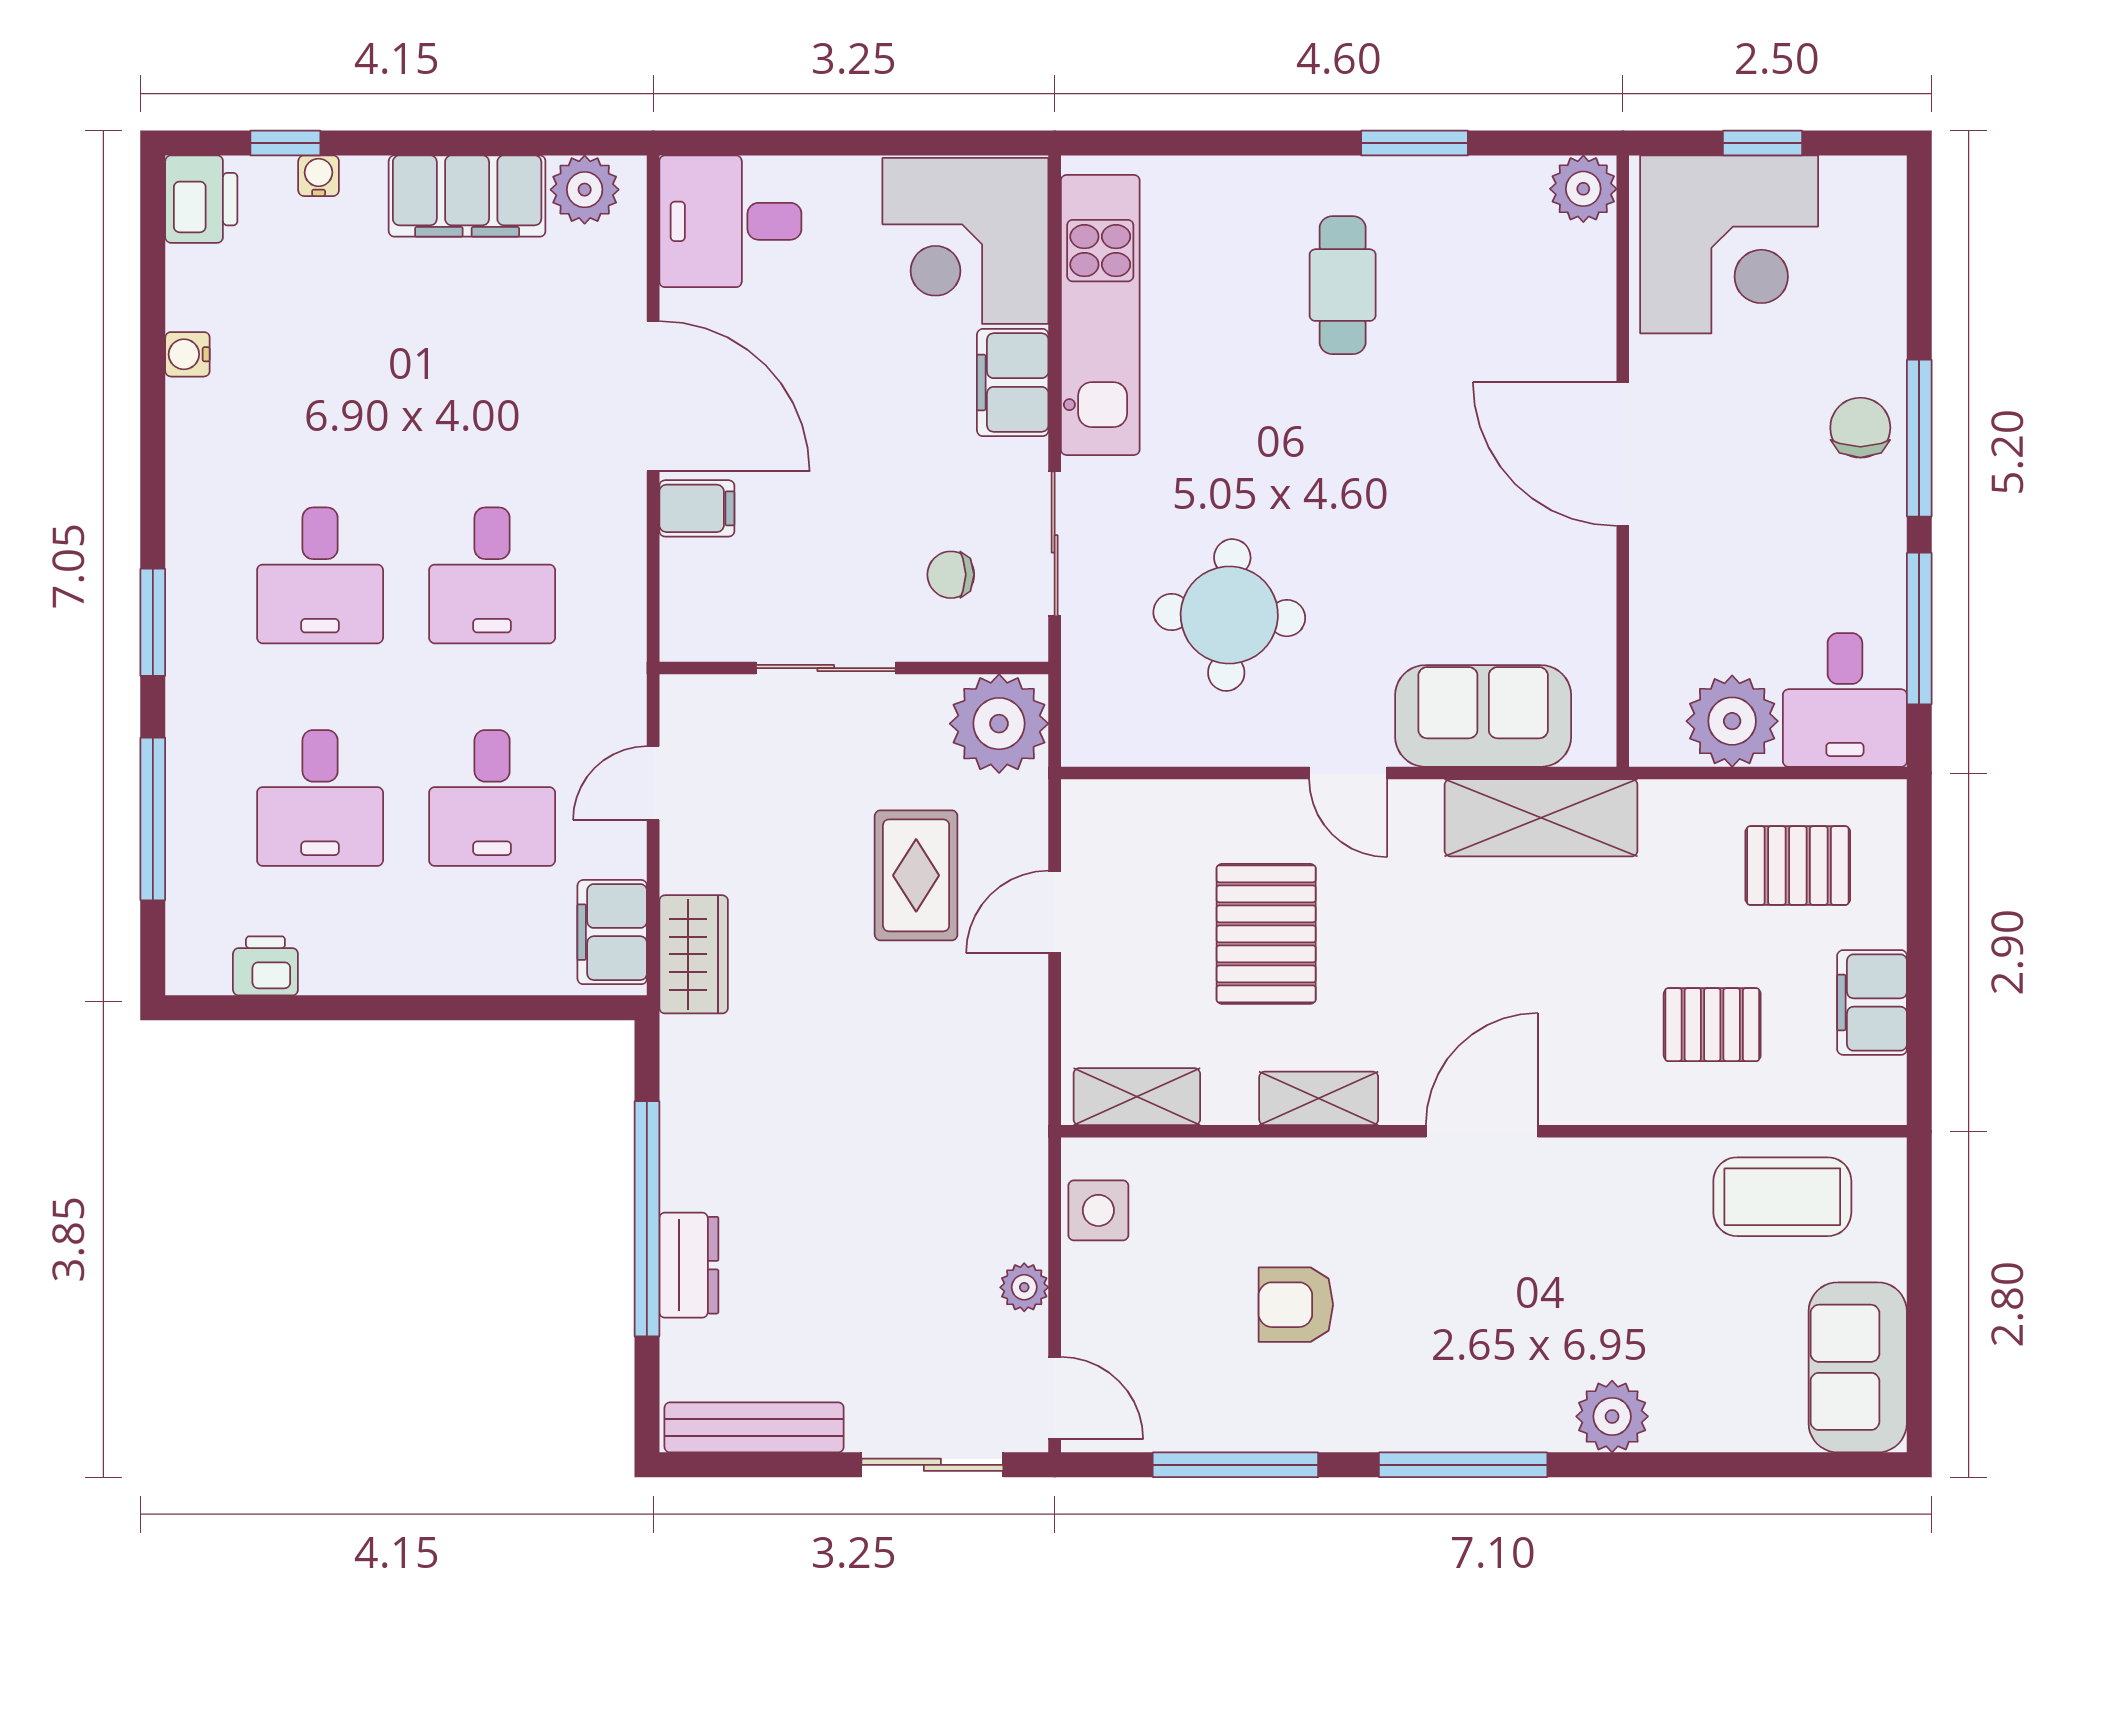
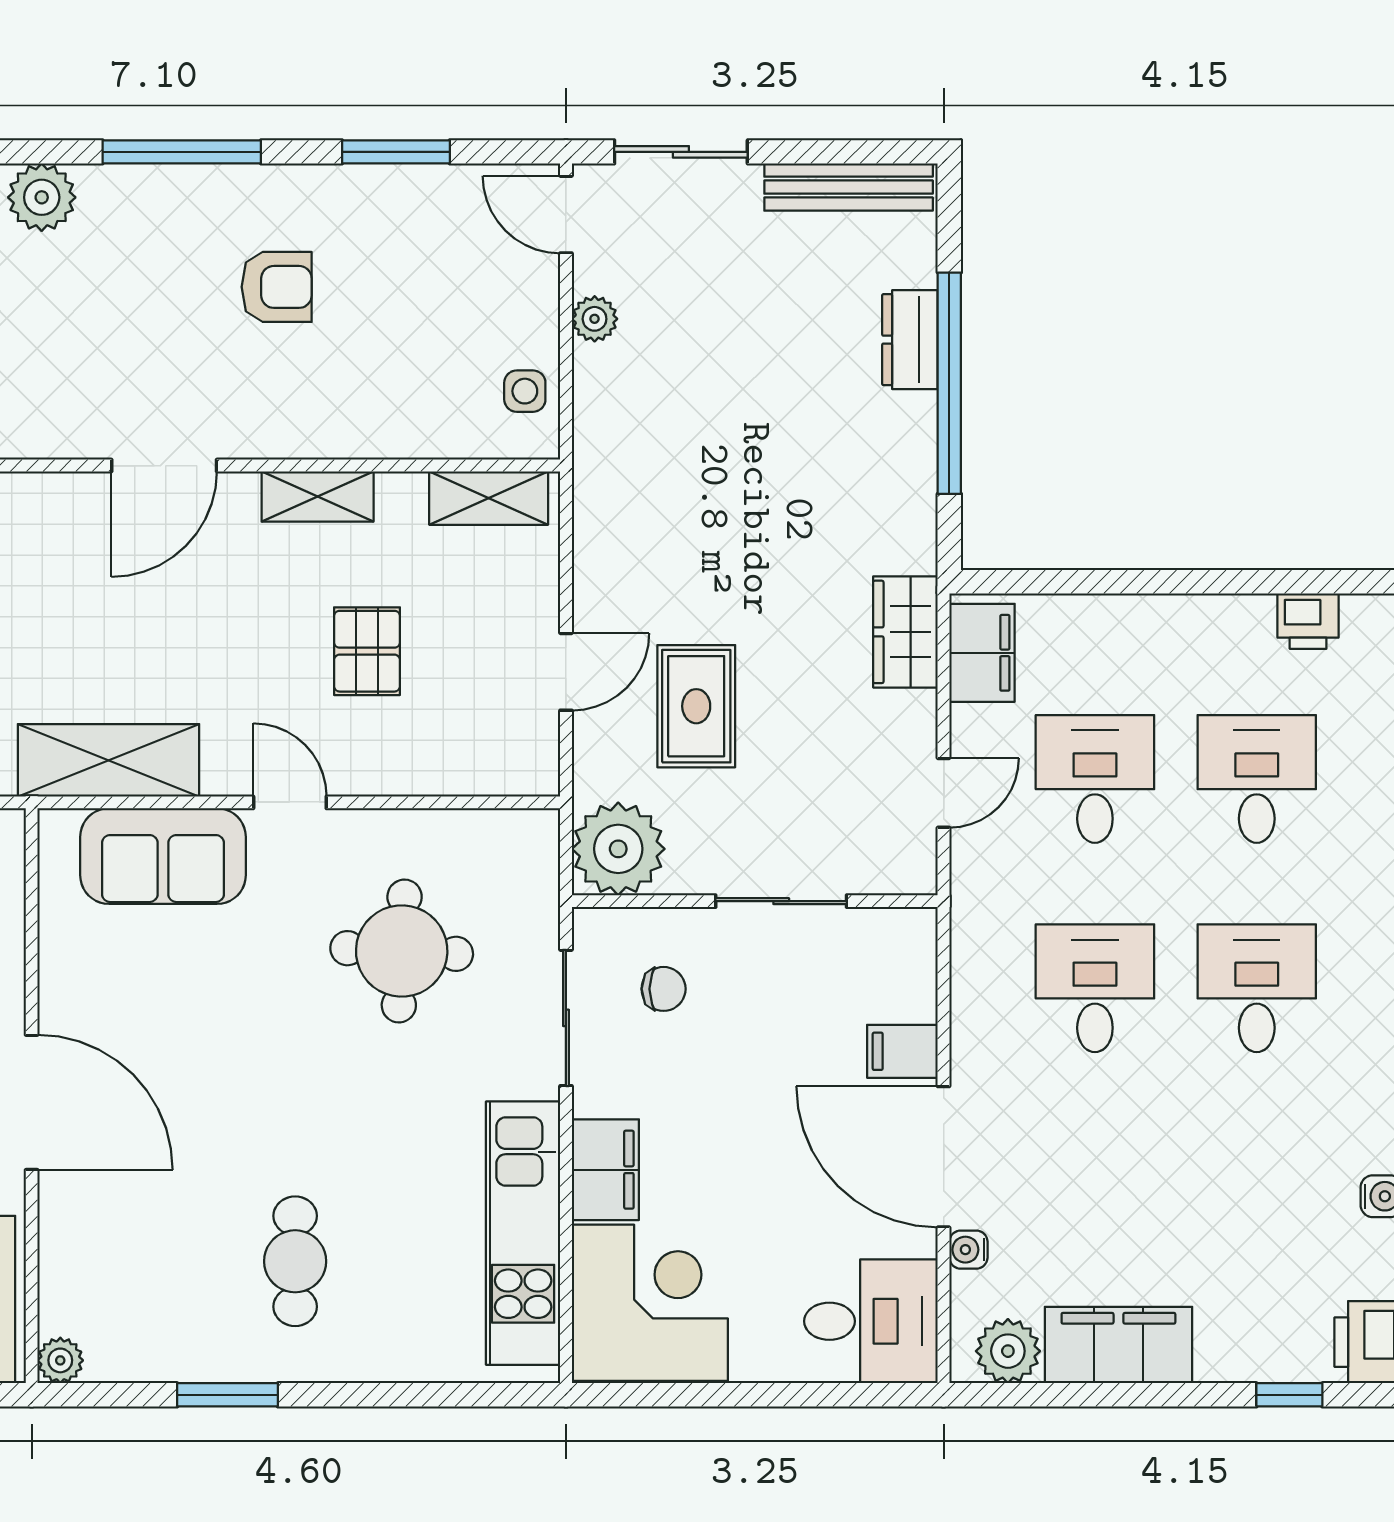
water cooler: (319, 176) -> (968, 1250), moved, turned 90
plant: (1583, 189) -> (60, 1360), width x0.73, depth x0.73
pallet: (1266, 934) -> (367, 651), width x0.67, depth x0.71
side table: (1098, 1210) -> (525, 391), width x0.73, depth x0.73
armchair: (1296, 1305) -> (277, 287), moved
window: (1235, 1465) -> (396, 152), width x0.69

